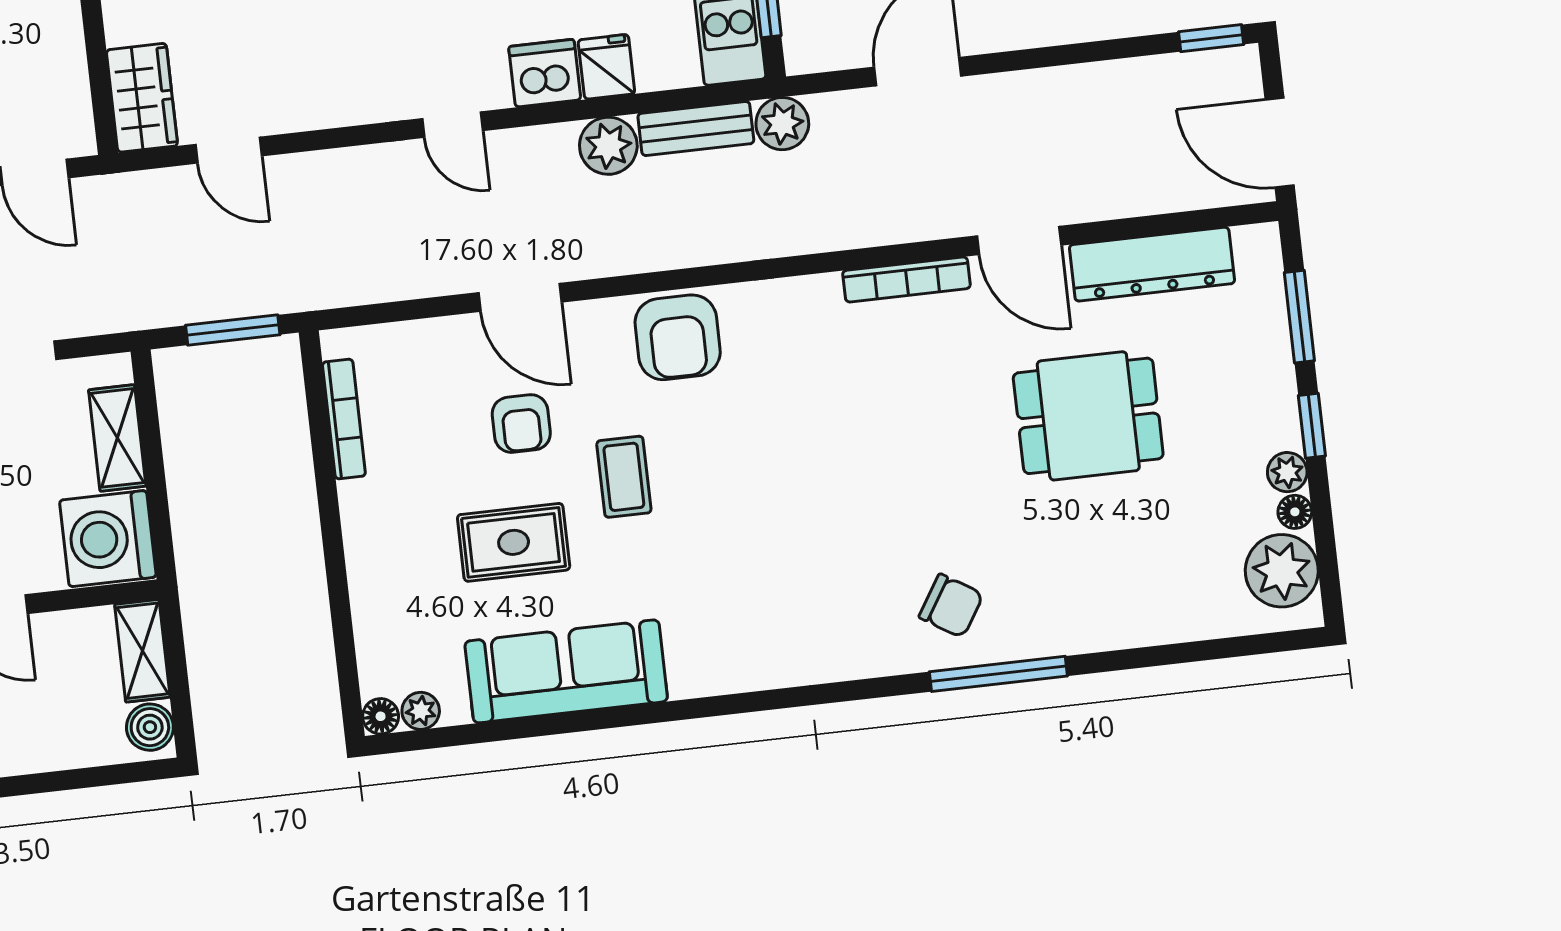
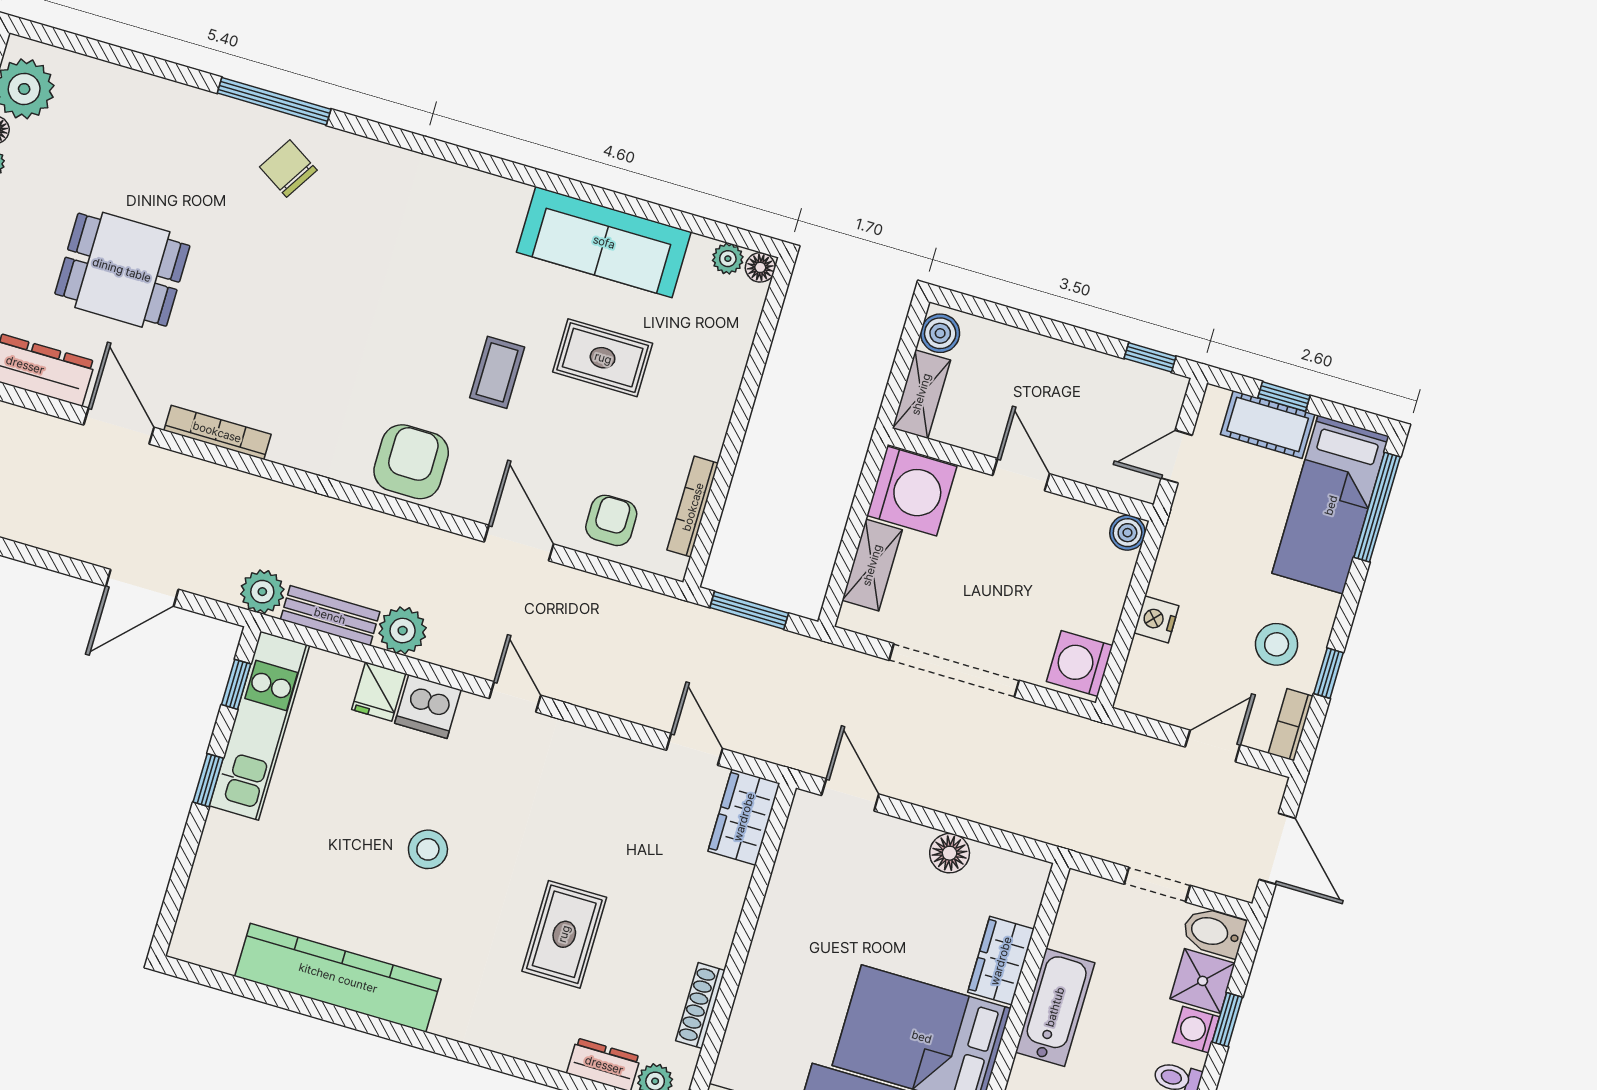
armchair: (521, 424) -> (611, 520), moved

